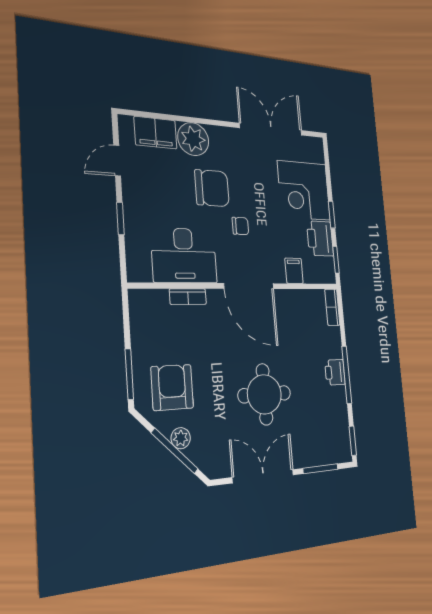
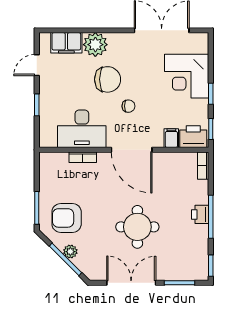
printer: (320, 239) -> (193, 137), moved, turned 90
armchair: (172, 387) -> (67, 218), turned -90

